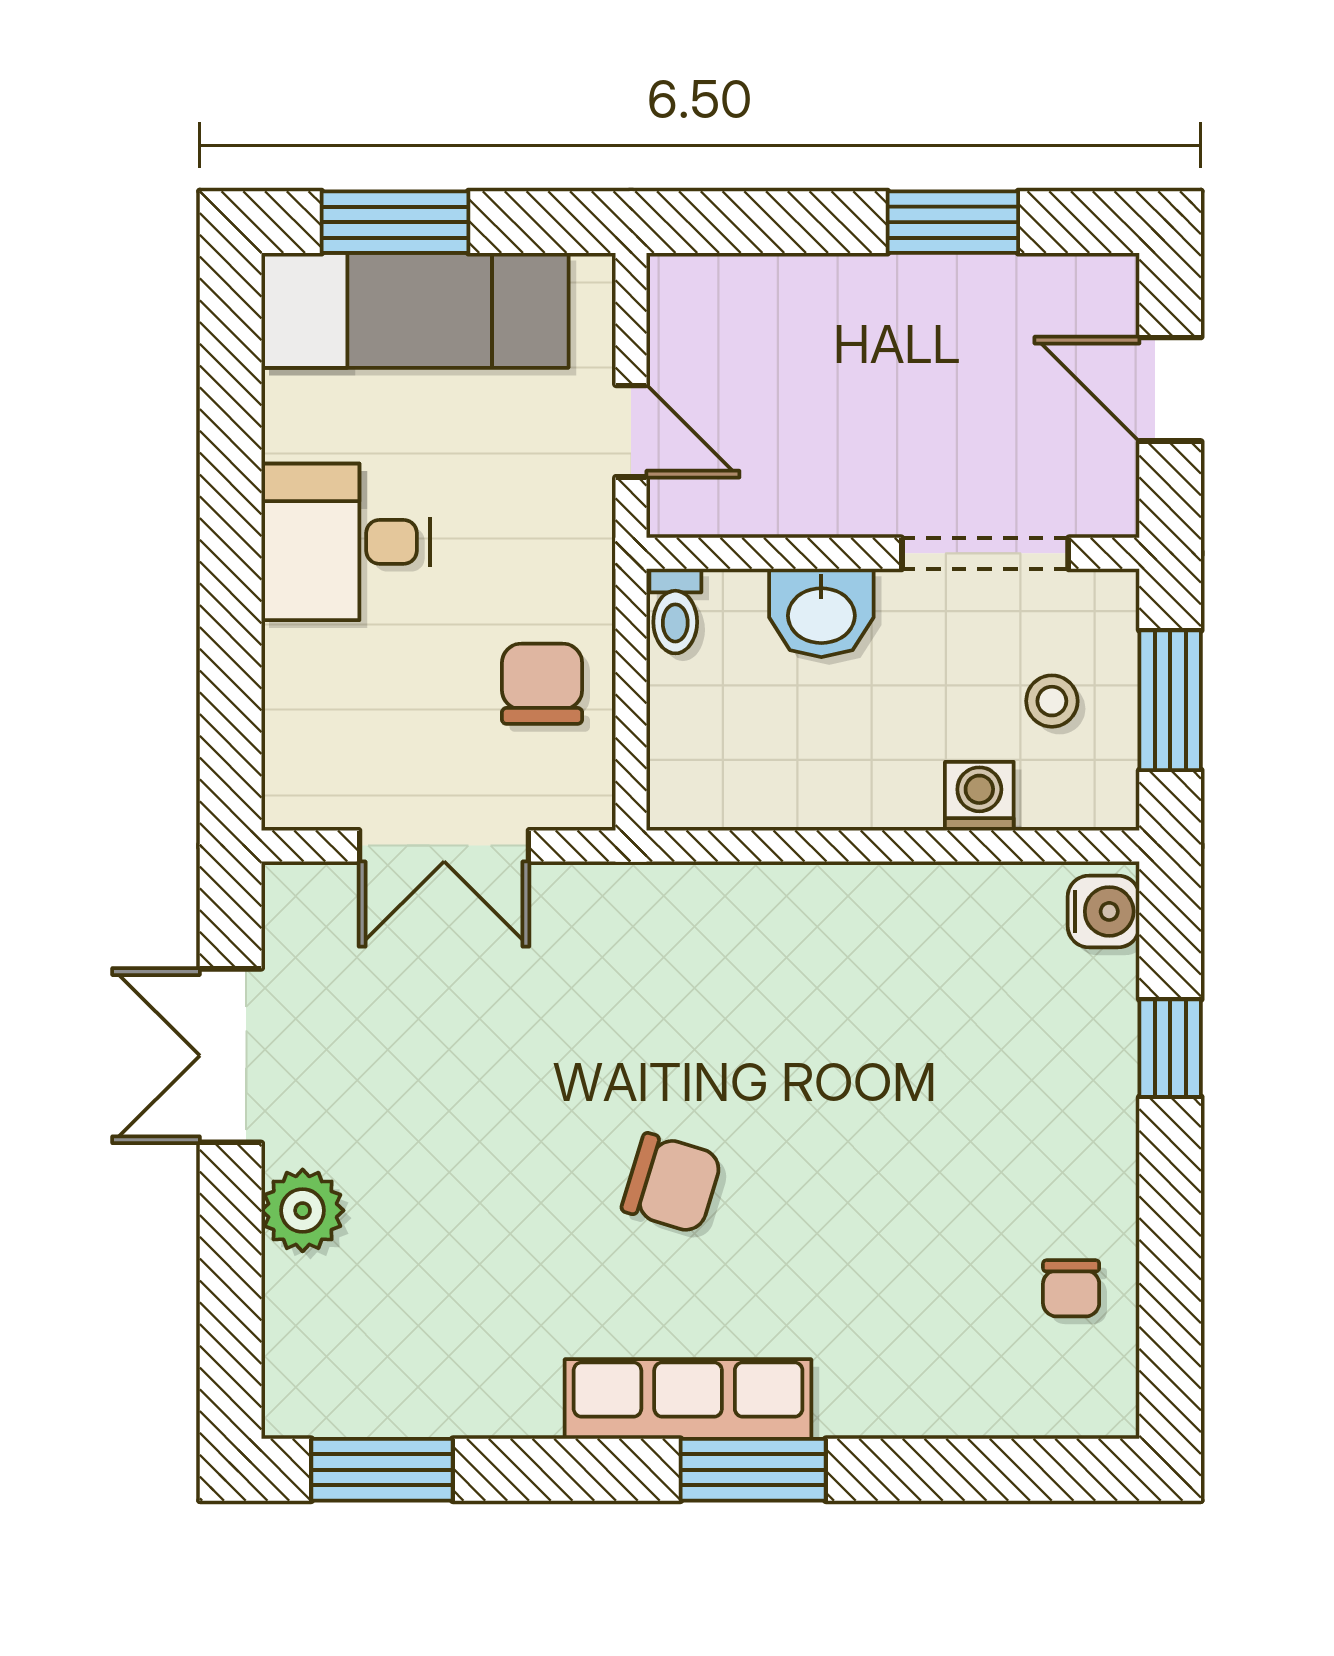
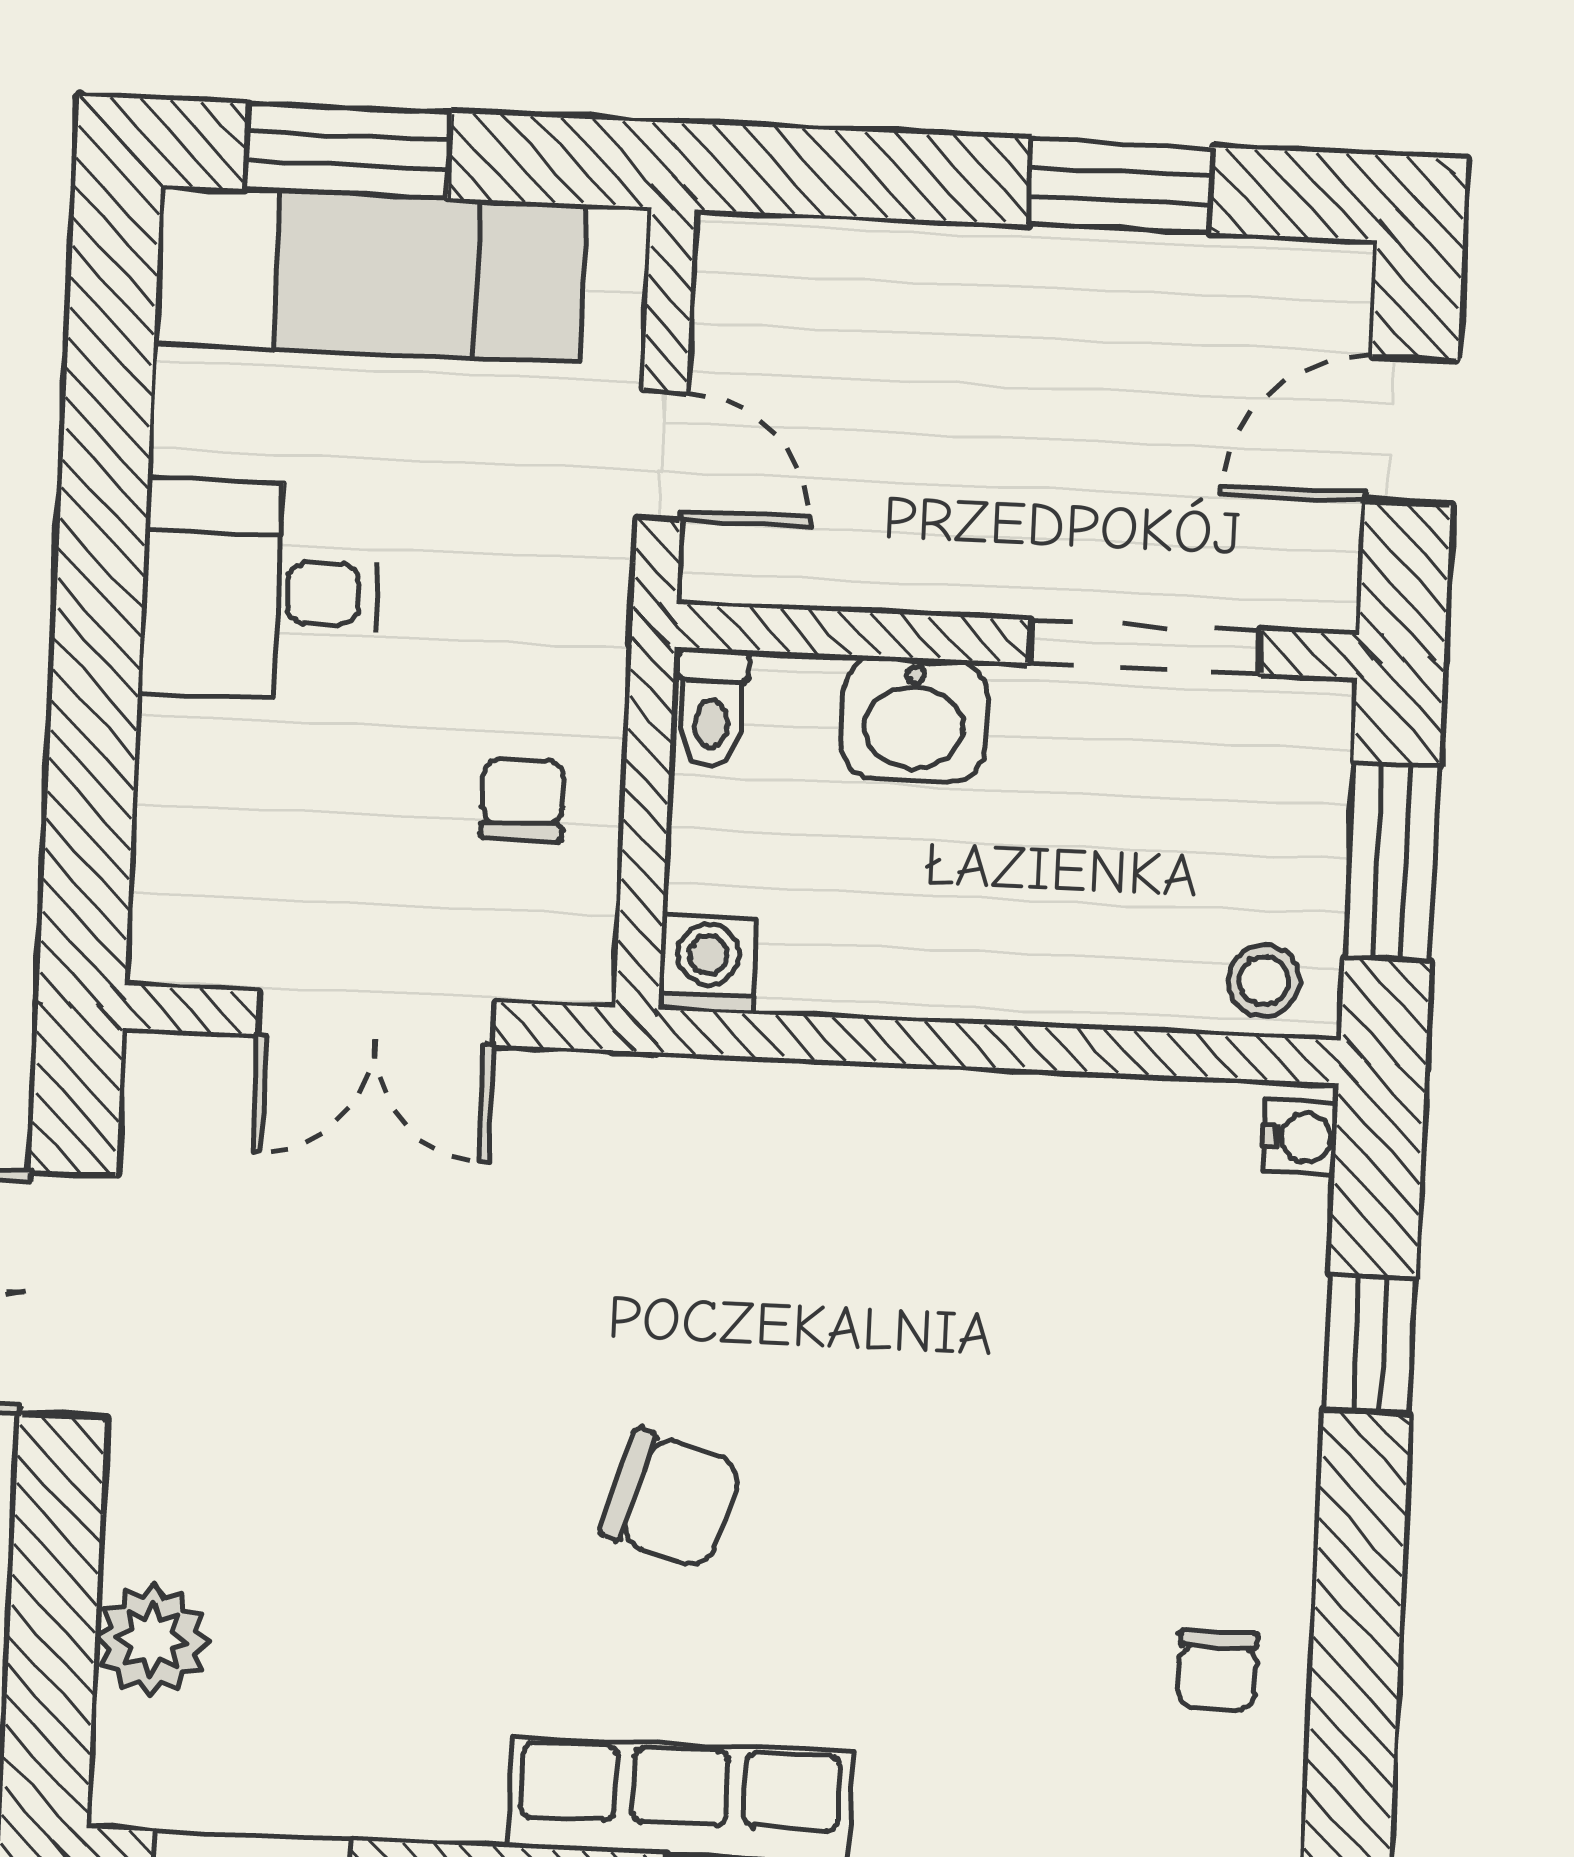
door: (1170, 389) -> (1411, 431), hinge flipped
chair: (542, 684) -> (523, 800), width x0.73, depth x0.73
stool: (1052, 701) -> (1264, 980), moved
washing machine: (979, 796) -> (708, 964), moved
water cooler: (1103, 911) -> (1300, 1137), width x0.72, depth x0.72
plant: (303, 1210) -> (152, 1640), moved

